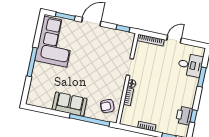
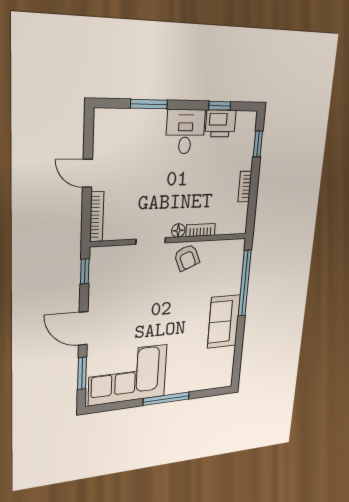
desk: (190, 65) -> (185, 132), moved
armchair: (107, 106) -> (187, 258), moved

